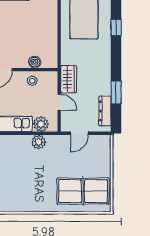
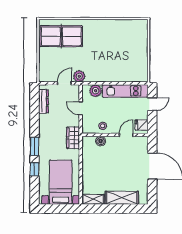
wardrobe: (69, 79) -> (73, 138), moved
window: (116, 92) -> (34, 146), moved
plant: (39, 142) -> (79, 76), moved

